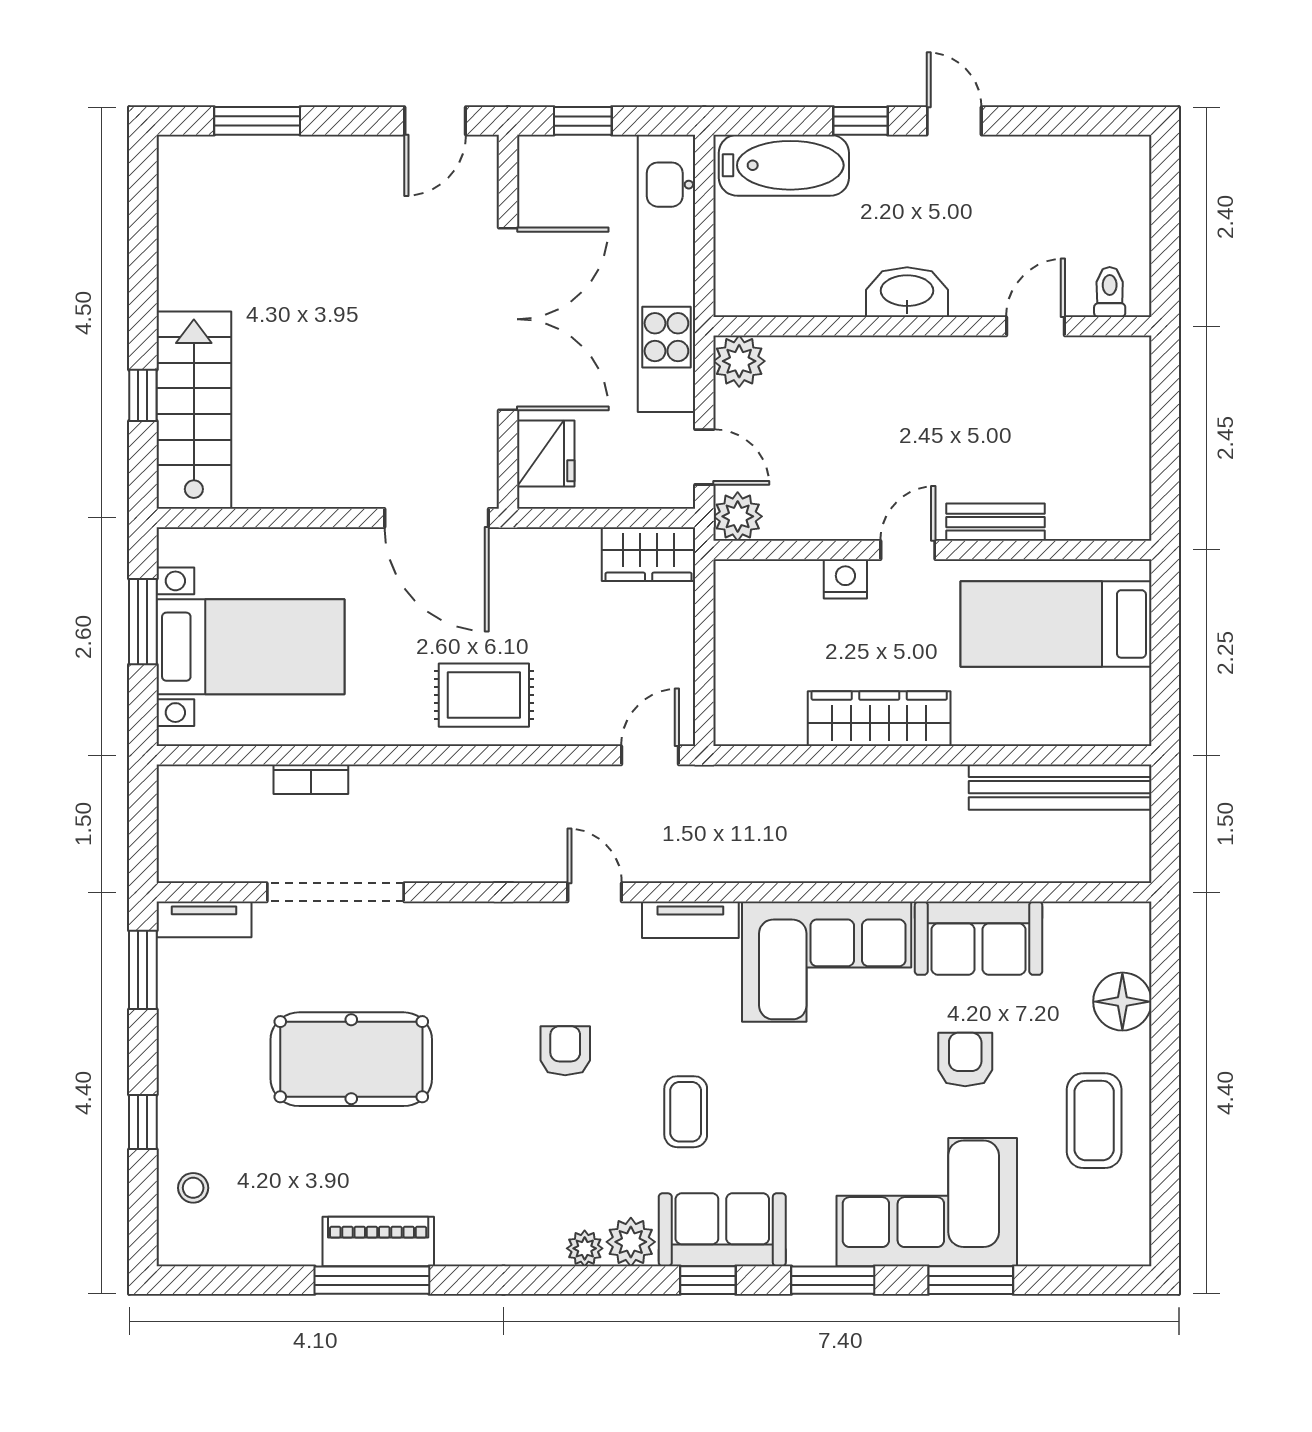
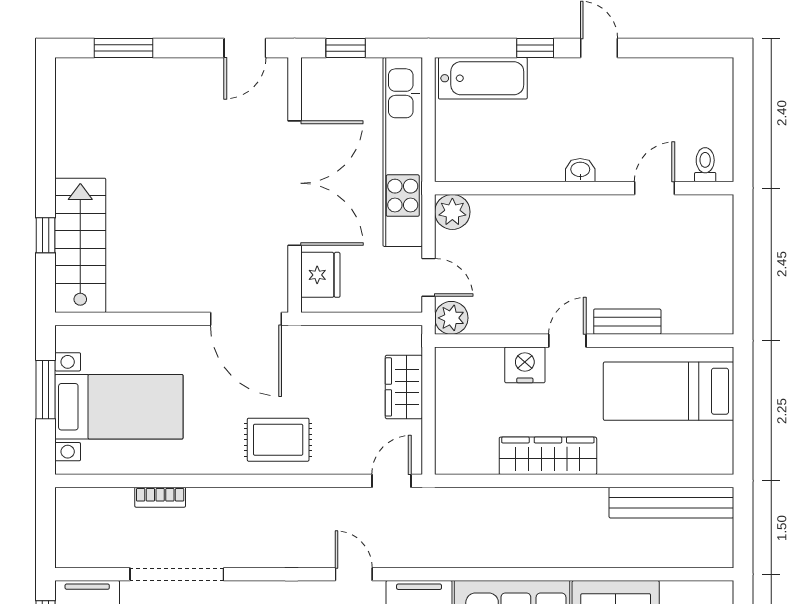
washbasin: (907, 292) -> (580, 170), width x0.52, depth x0.69
wardrobe: (649, 554) -> (404, 387), moved, turned 90
nightstand: (845, 579) -> (525, 365), width x1.36, depth x1.33

